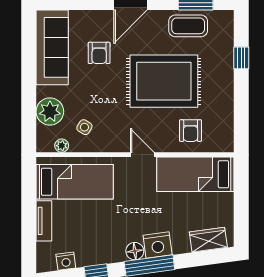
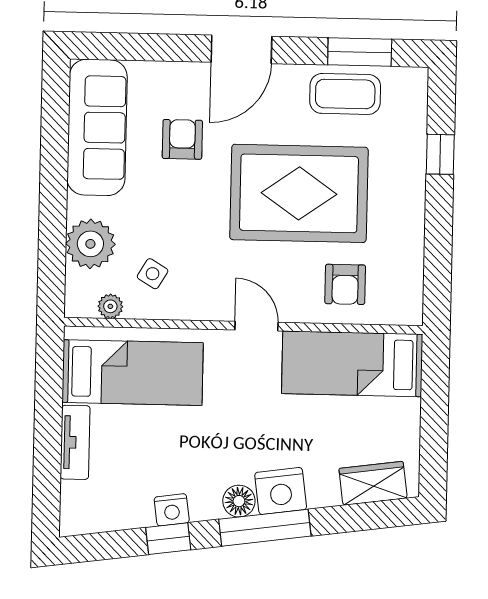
armchair: (99, 53) -> (182, 139), turned 180
nightstand: (66, 261) -> (172, 510), moved

